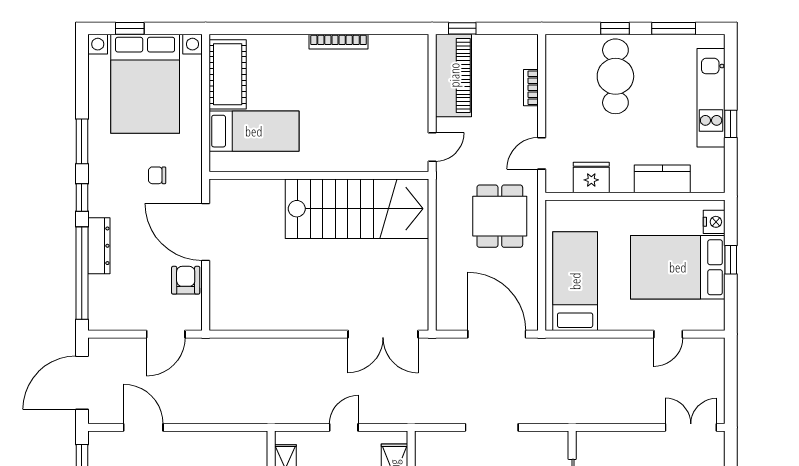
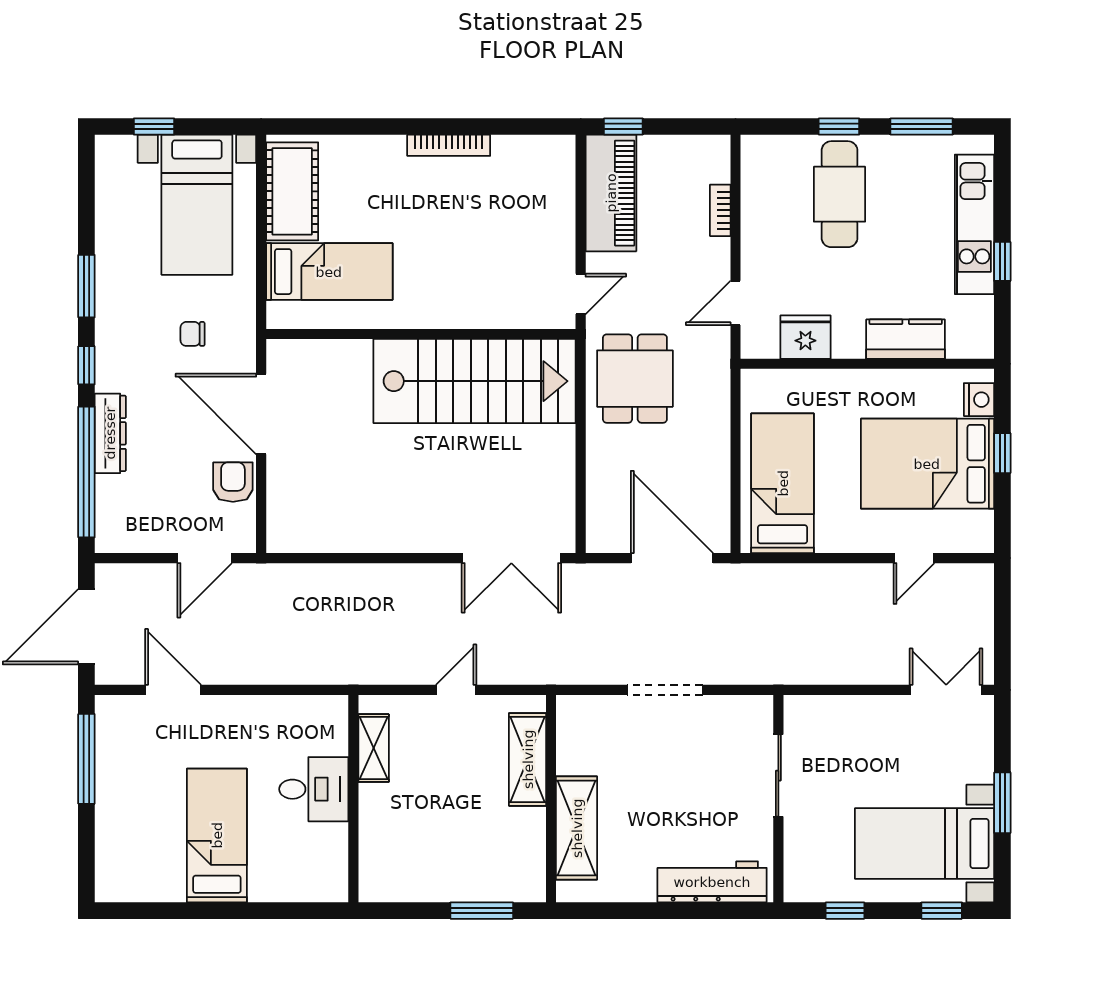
bed with nightstands: (145, 84) -> (197, 205), width x0.73
dining table: (500, 216) -> (635, 379), moved

